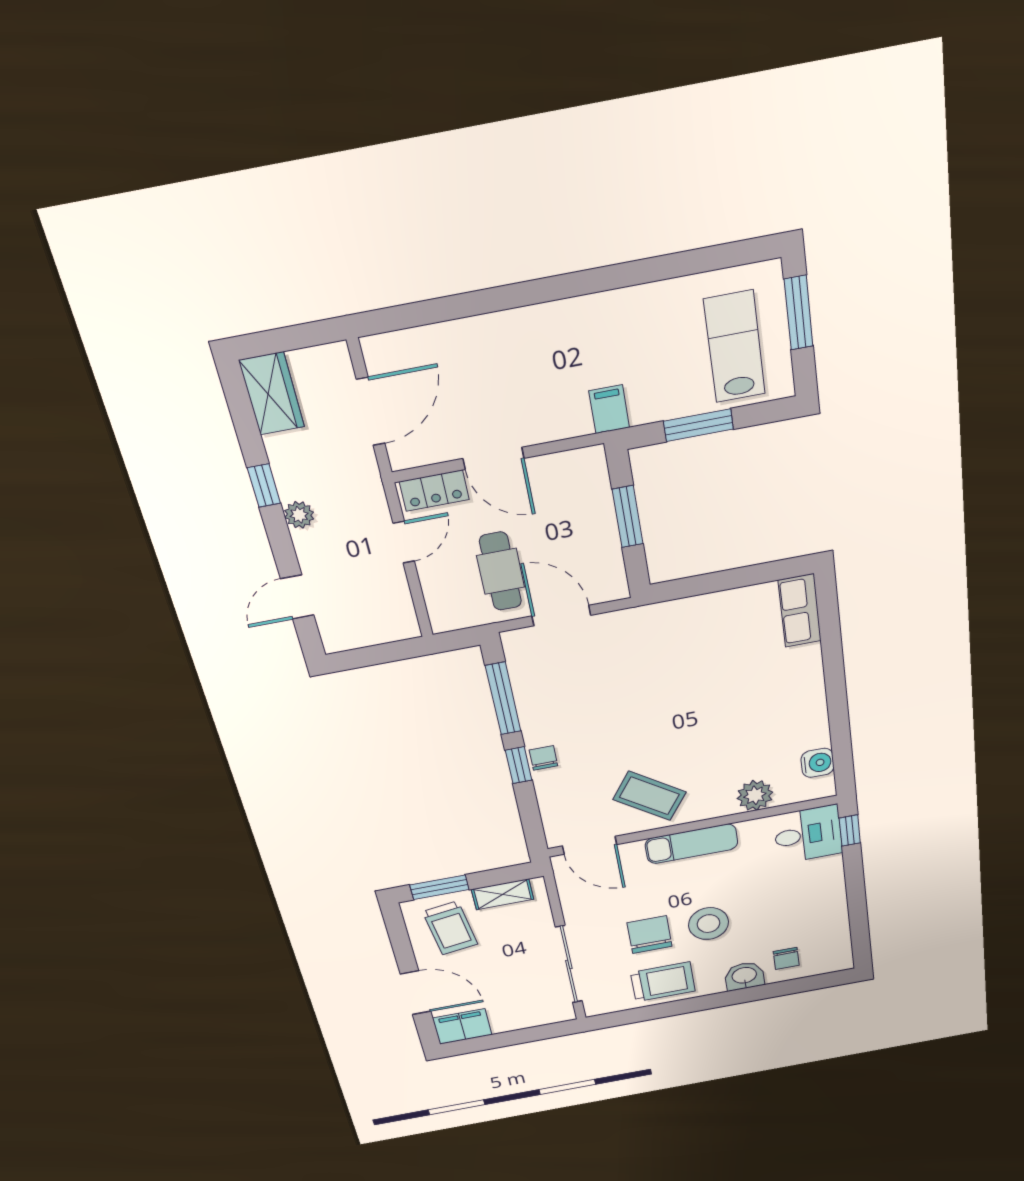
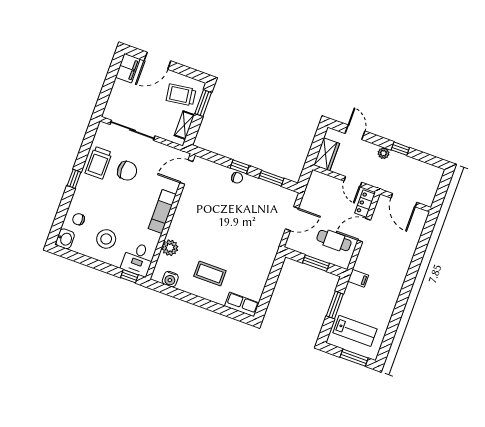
wardrobe: (272, 394) -> (327, 154), moved, turned -90
cafe table: (501, 571) -> (334, 241), moved
window: (503, 698) -> (271, 178), width x0.69
coffee table: (650, 796) -> (210, 273), moved, turned 55
stool: (709, 924) -> (106, 239), moved
washbasin: (744, 976) -> (65, 239), moved
window: (716, 1001) -> (74, 179), added

